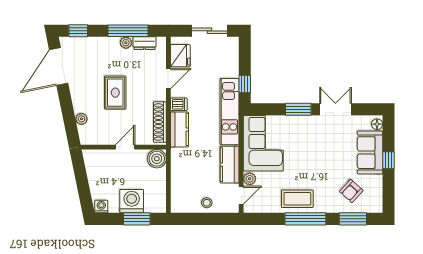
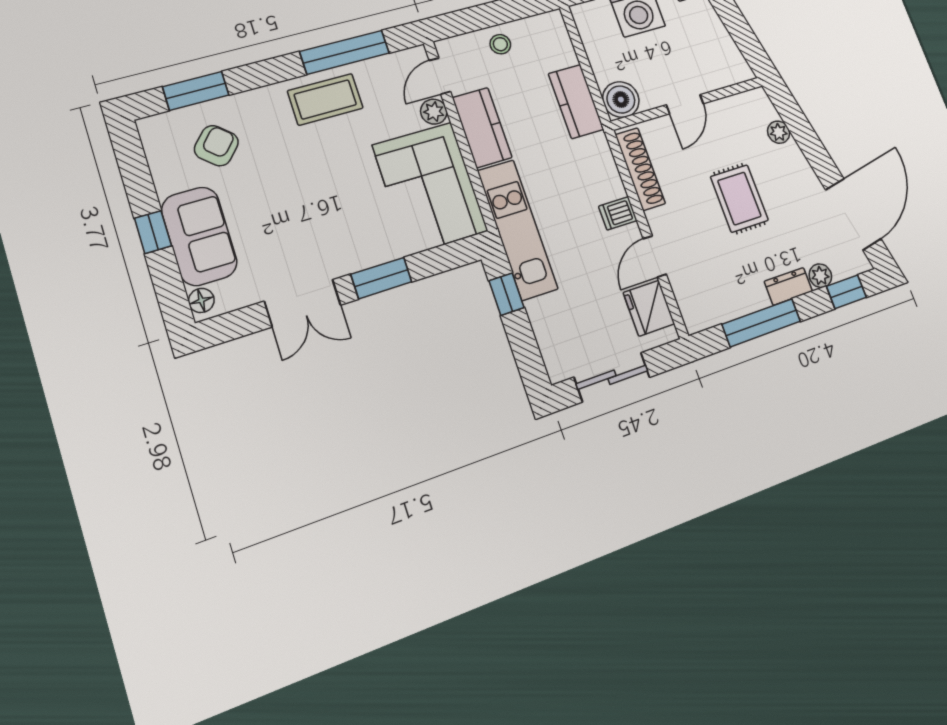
plant: (126, 43) -> (820, 276), moved
dresser: (144, 43) -> (788, 286), moved
kitchen counter: (180, 129) -> (576, 101), moved
window: (305, 219) -> (345, 52), moved

